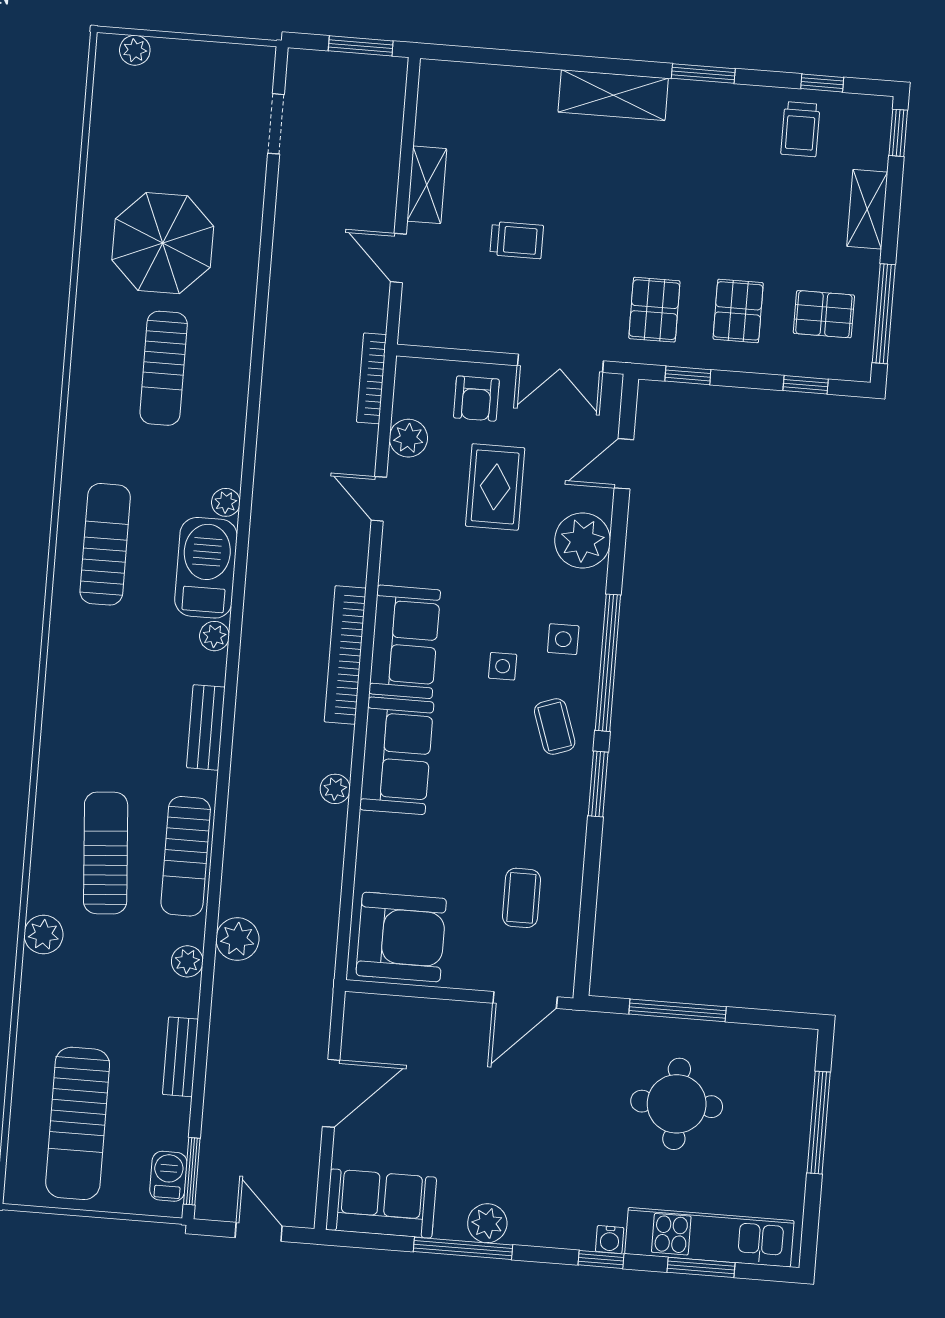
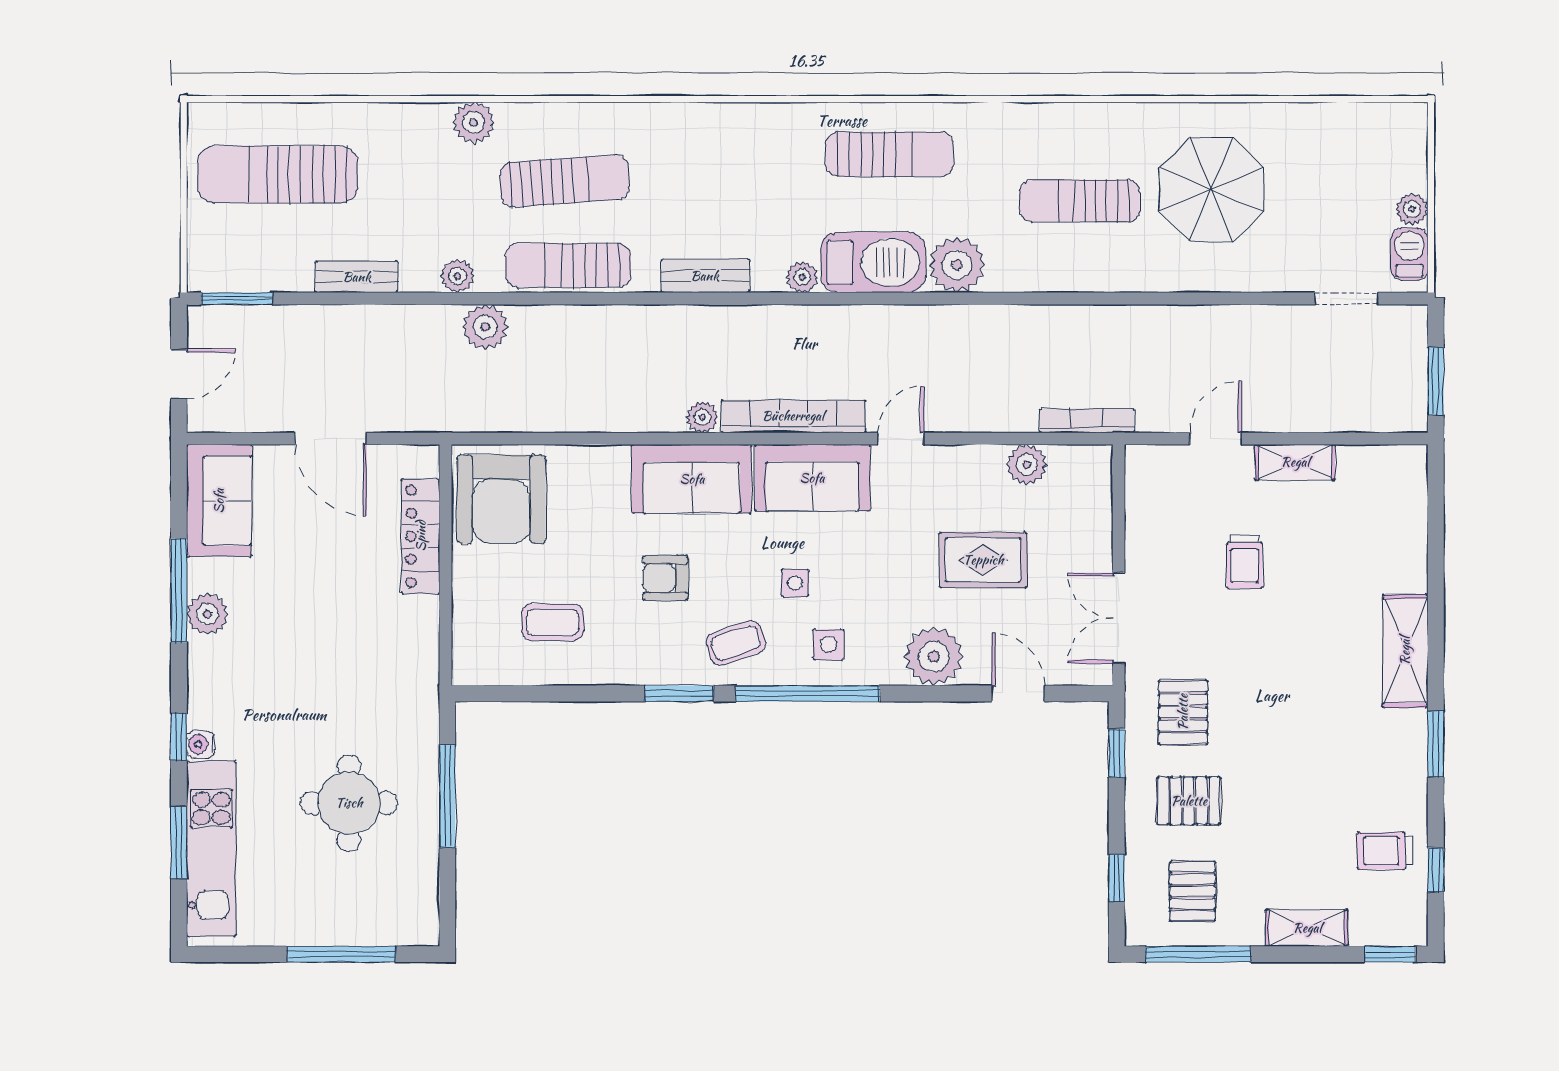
plant: (135, 50) -> (1412, 209), moved
pallet: (654, 310) -> (1183, 712), turned 90
armchair: (476, 399) -> (665, 578), moved
door: (379, 499) -> (901, 439), moved
plant: (226, 502) -> (957, 265), width x1.88, depth x1.88
plant: (335, 789) -> (702, 417), moved
door: (525, 1000) -> (445, 635), removed
locker: (430, 1016) -> (421, 536), added
barbecue: (168, 1176) -> (1410, 254), moved, turned -90

